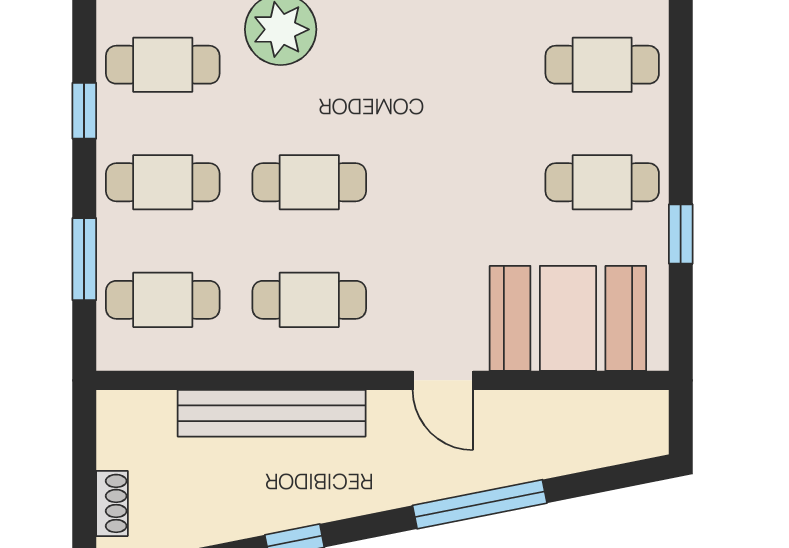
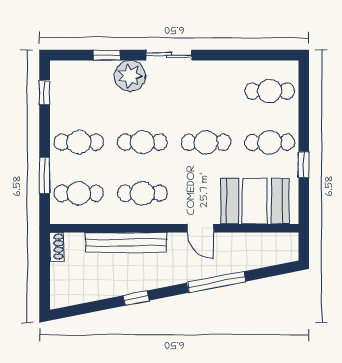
cafe table: (163, 65) -> (206, 142), moved
window: (84, 111) -> (45, 93), moved
shoe rack: (112, 503) -> (57, 247), moved

